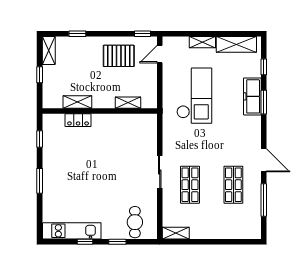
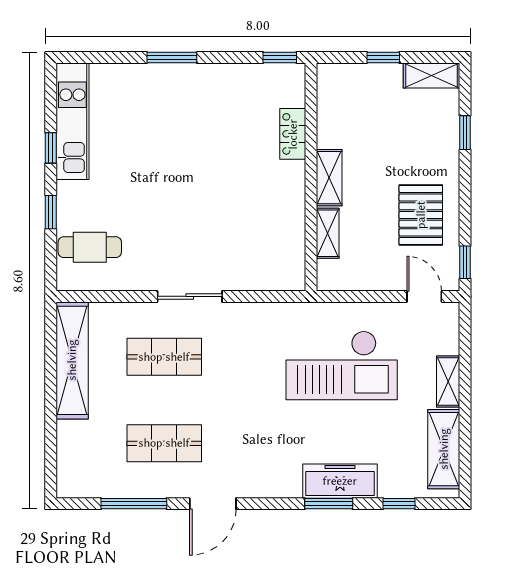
shelving: (77, 102) -> (329, 178), moved
window: (40, 139) -> (280, 57), moved
shelving: (176, 233) -> (72, 360), width x2.20, depth x1.33

